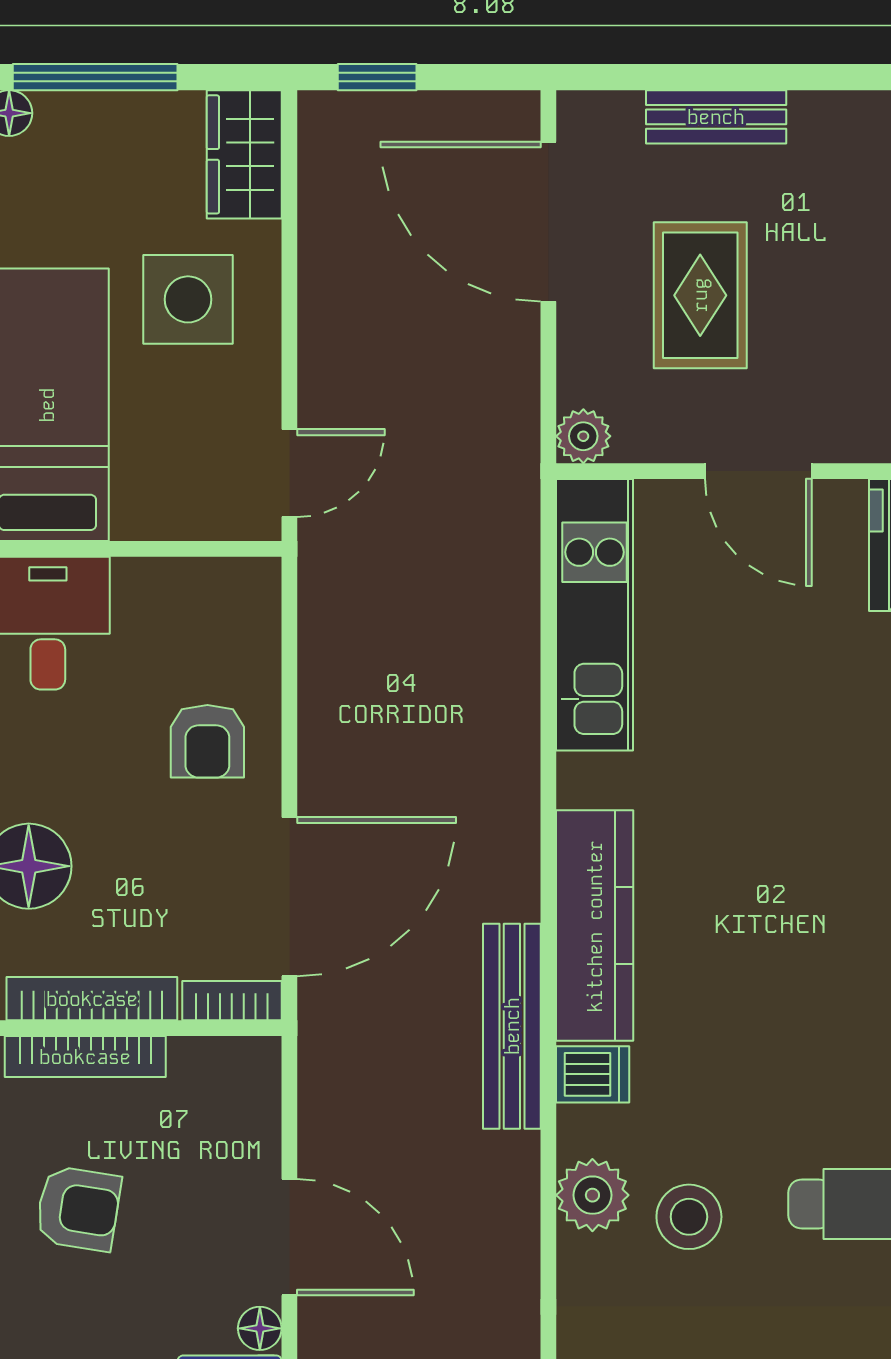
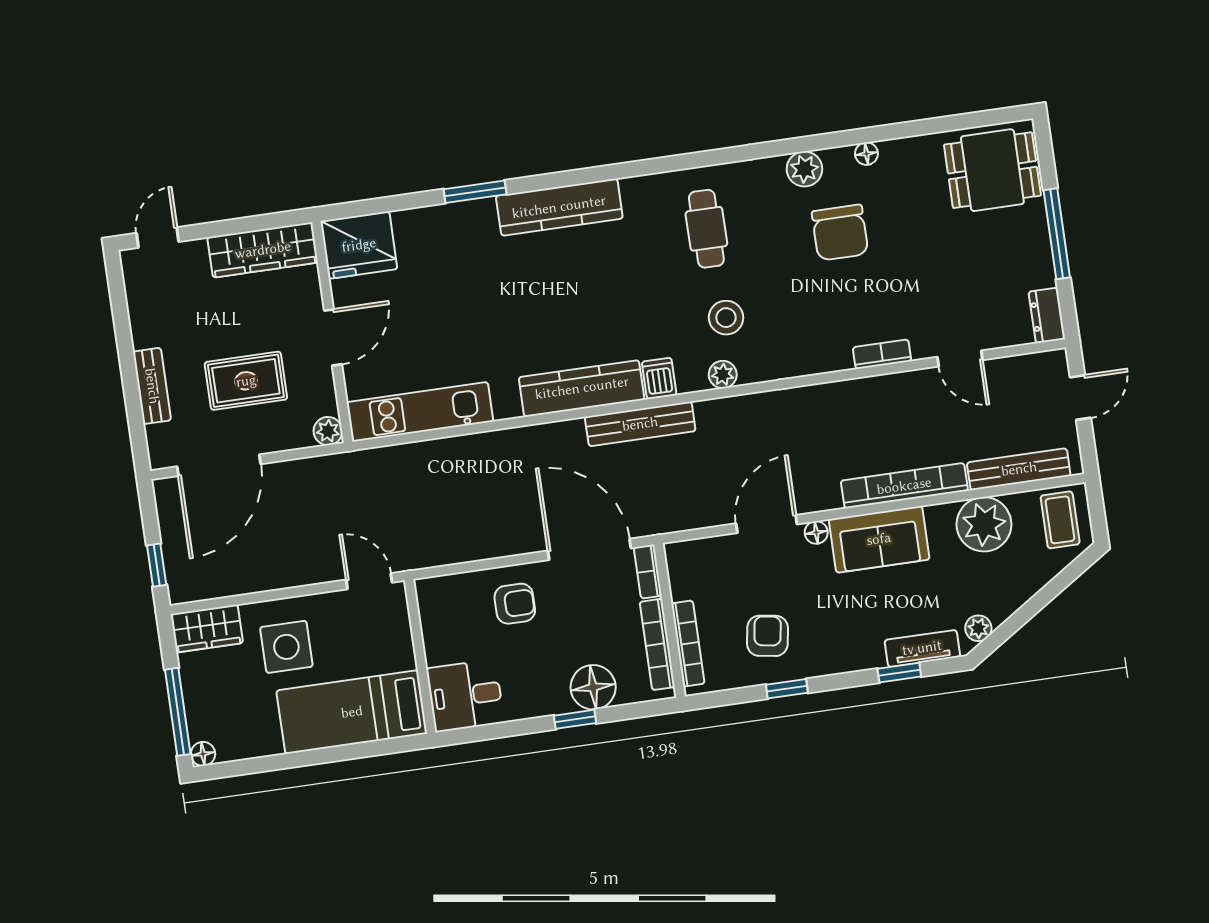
plant: (592, 1195) -> (723, 375), width x0.73, depth x0.73

